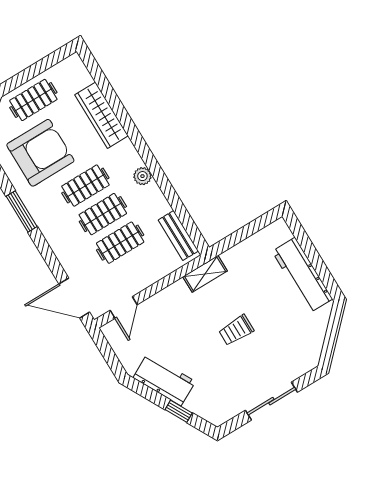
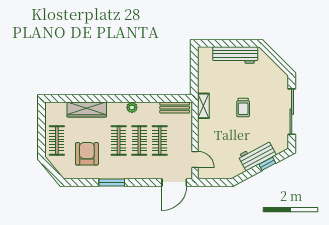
armchair: (40, 153) -> (87, 154), width x0.73, depth x0.73
workbench: (164, 380) -> (257, 155), moved
sliding door: (271, 401) -> (292, 112), width x1.37

